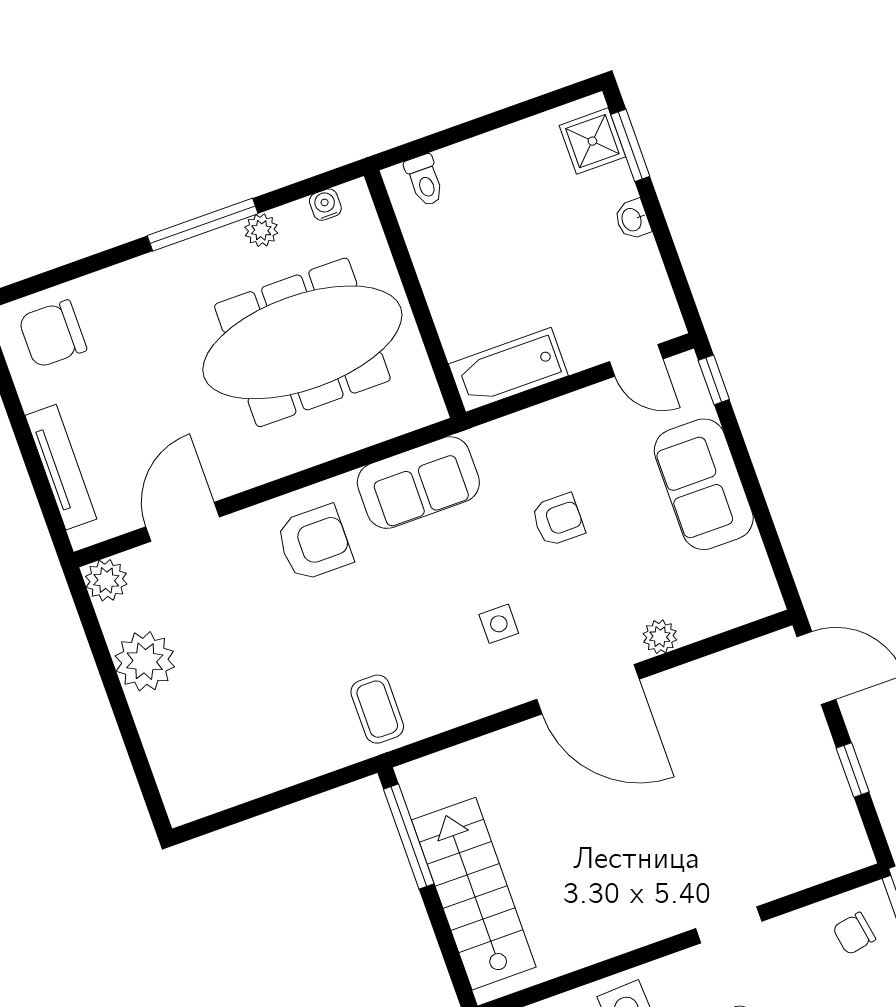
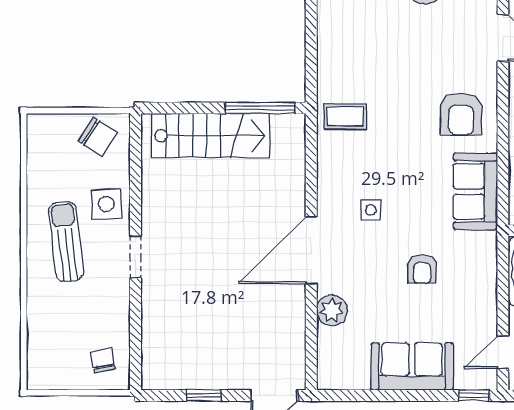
plant: (660, 637) -> (332, 310), width x1.38, depth x1.38
doorway: (729, 925) -> (135, 257), moved

